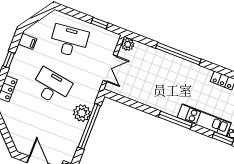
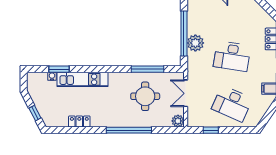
desk: (69, 41) -> (232, 104), turned 30
round table: (150, 80) -> (145, 96), added
window: (175, 120) -> (148, 69), moved

